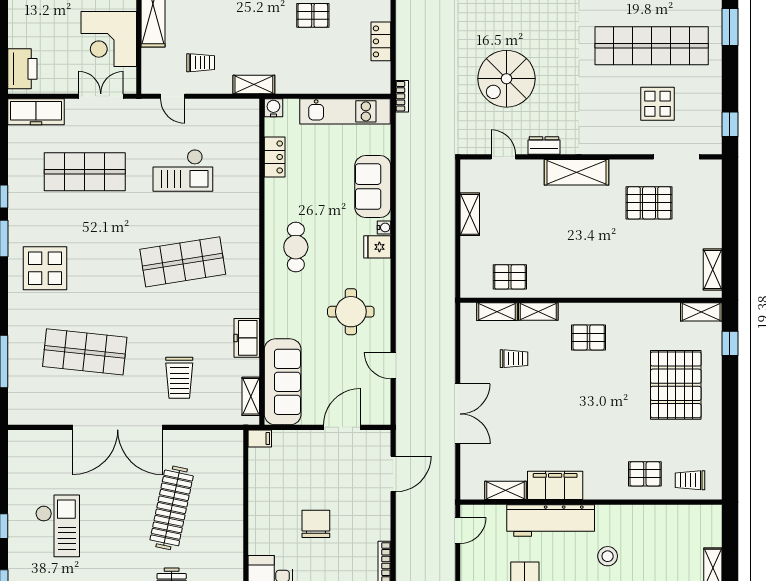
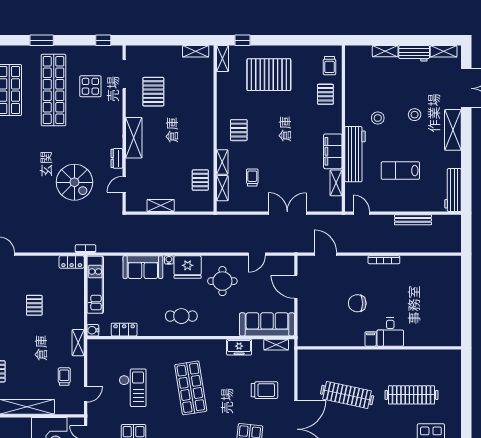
locker: (381, 41) -> (72, 262), moved
fridge: (377, 247) -> (188, 267), width x1.88, depth x1.34
filing cabinet: (260, 439) -> (371, 339), moved

